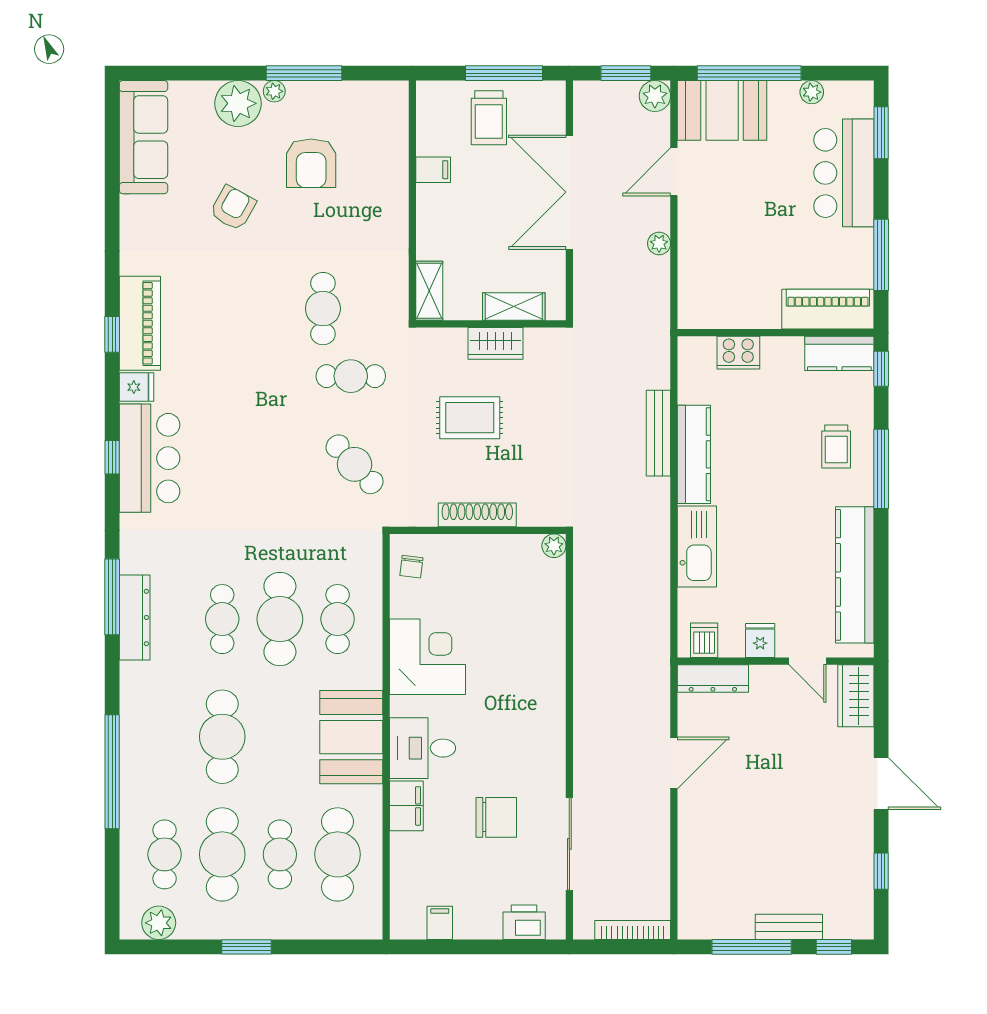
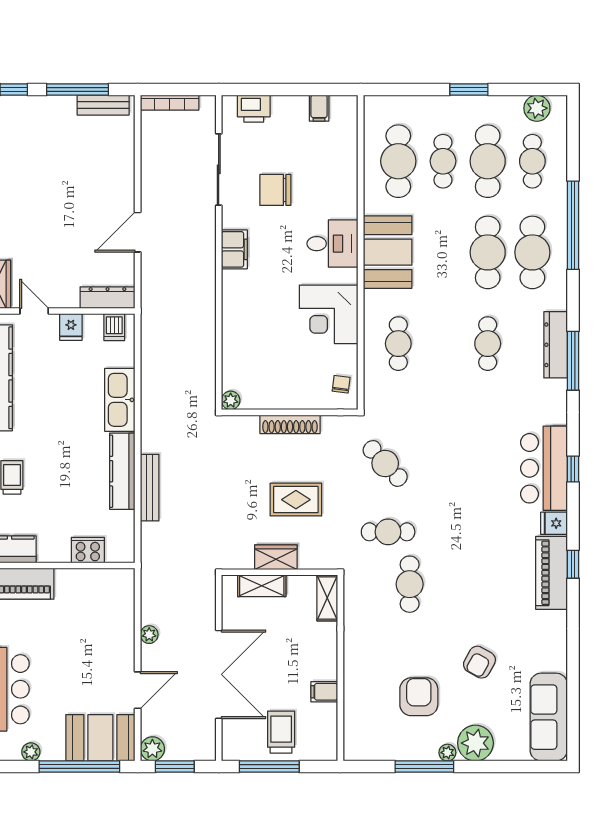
cafe table: (280, 619) -> (532, 252), moved
filing cabinet: (406, 806) -> (234, 249), moved, turned 180
bench: (789, 927) -> (103, 105), moved

